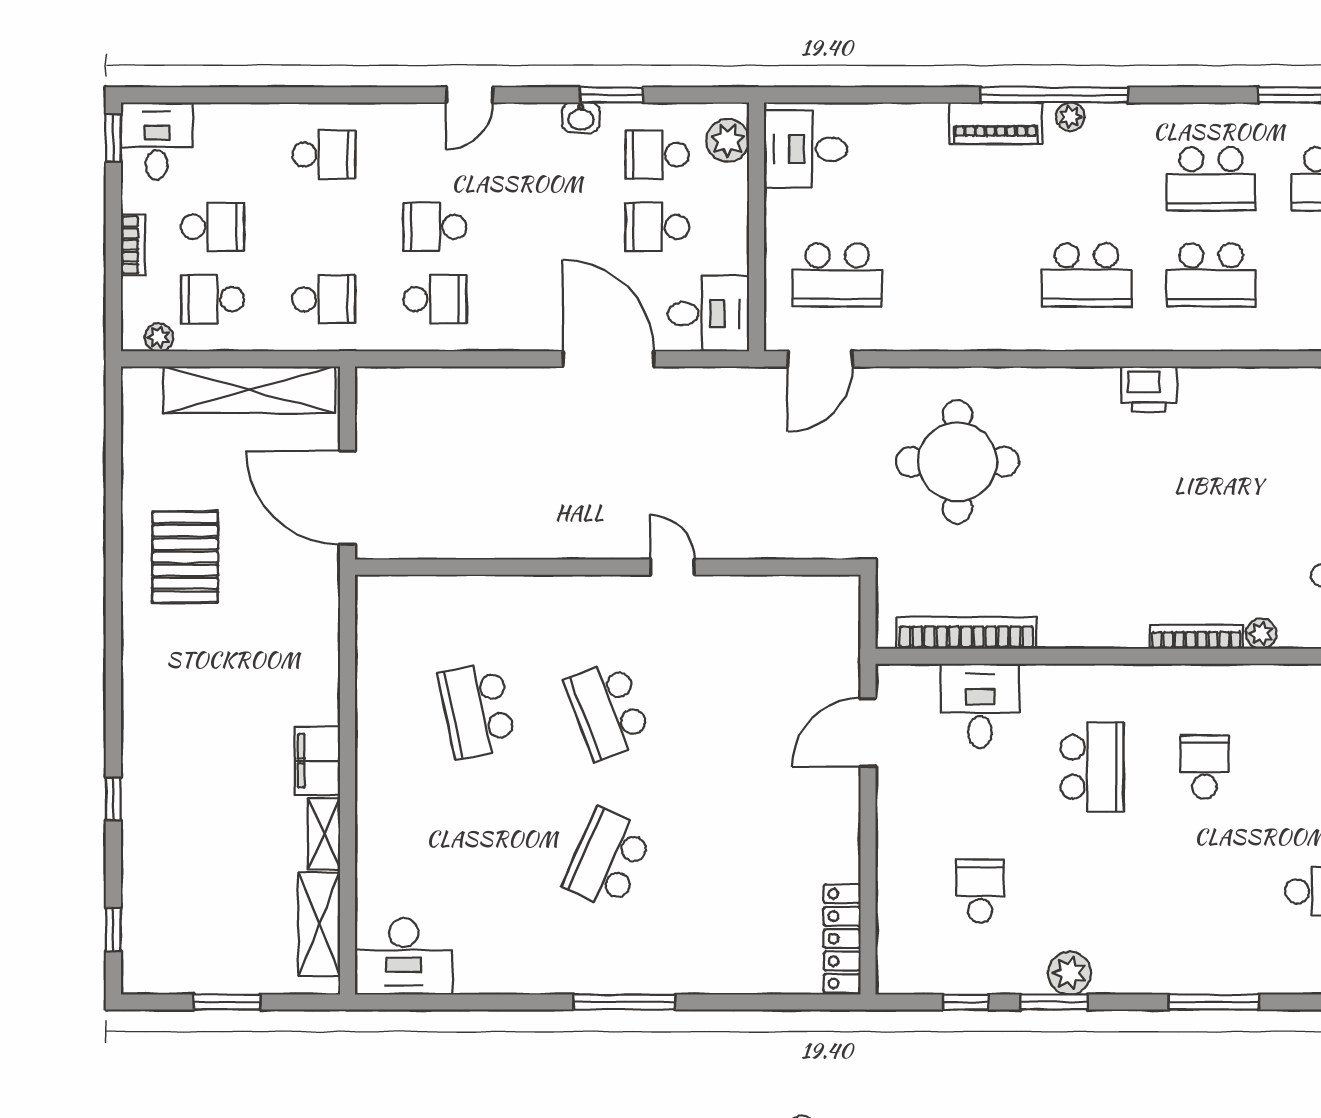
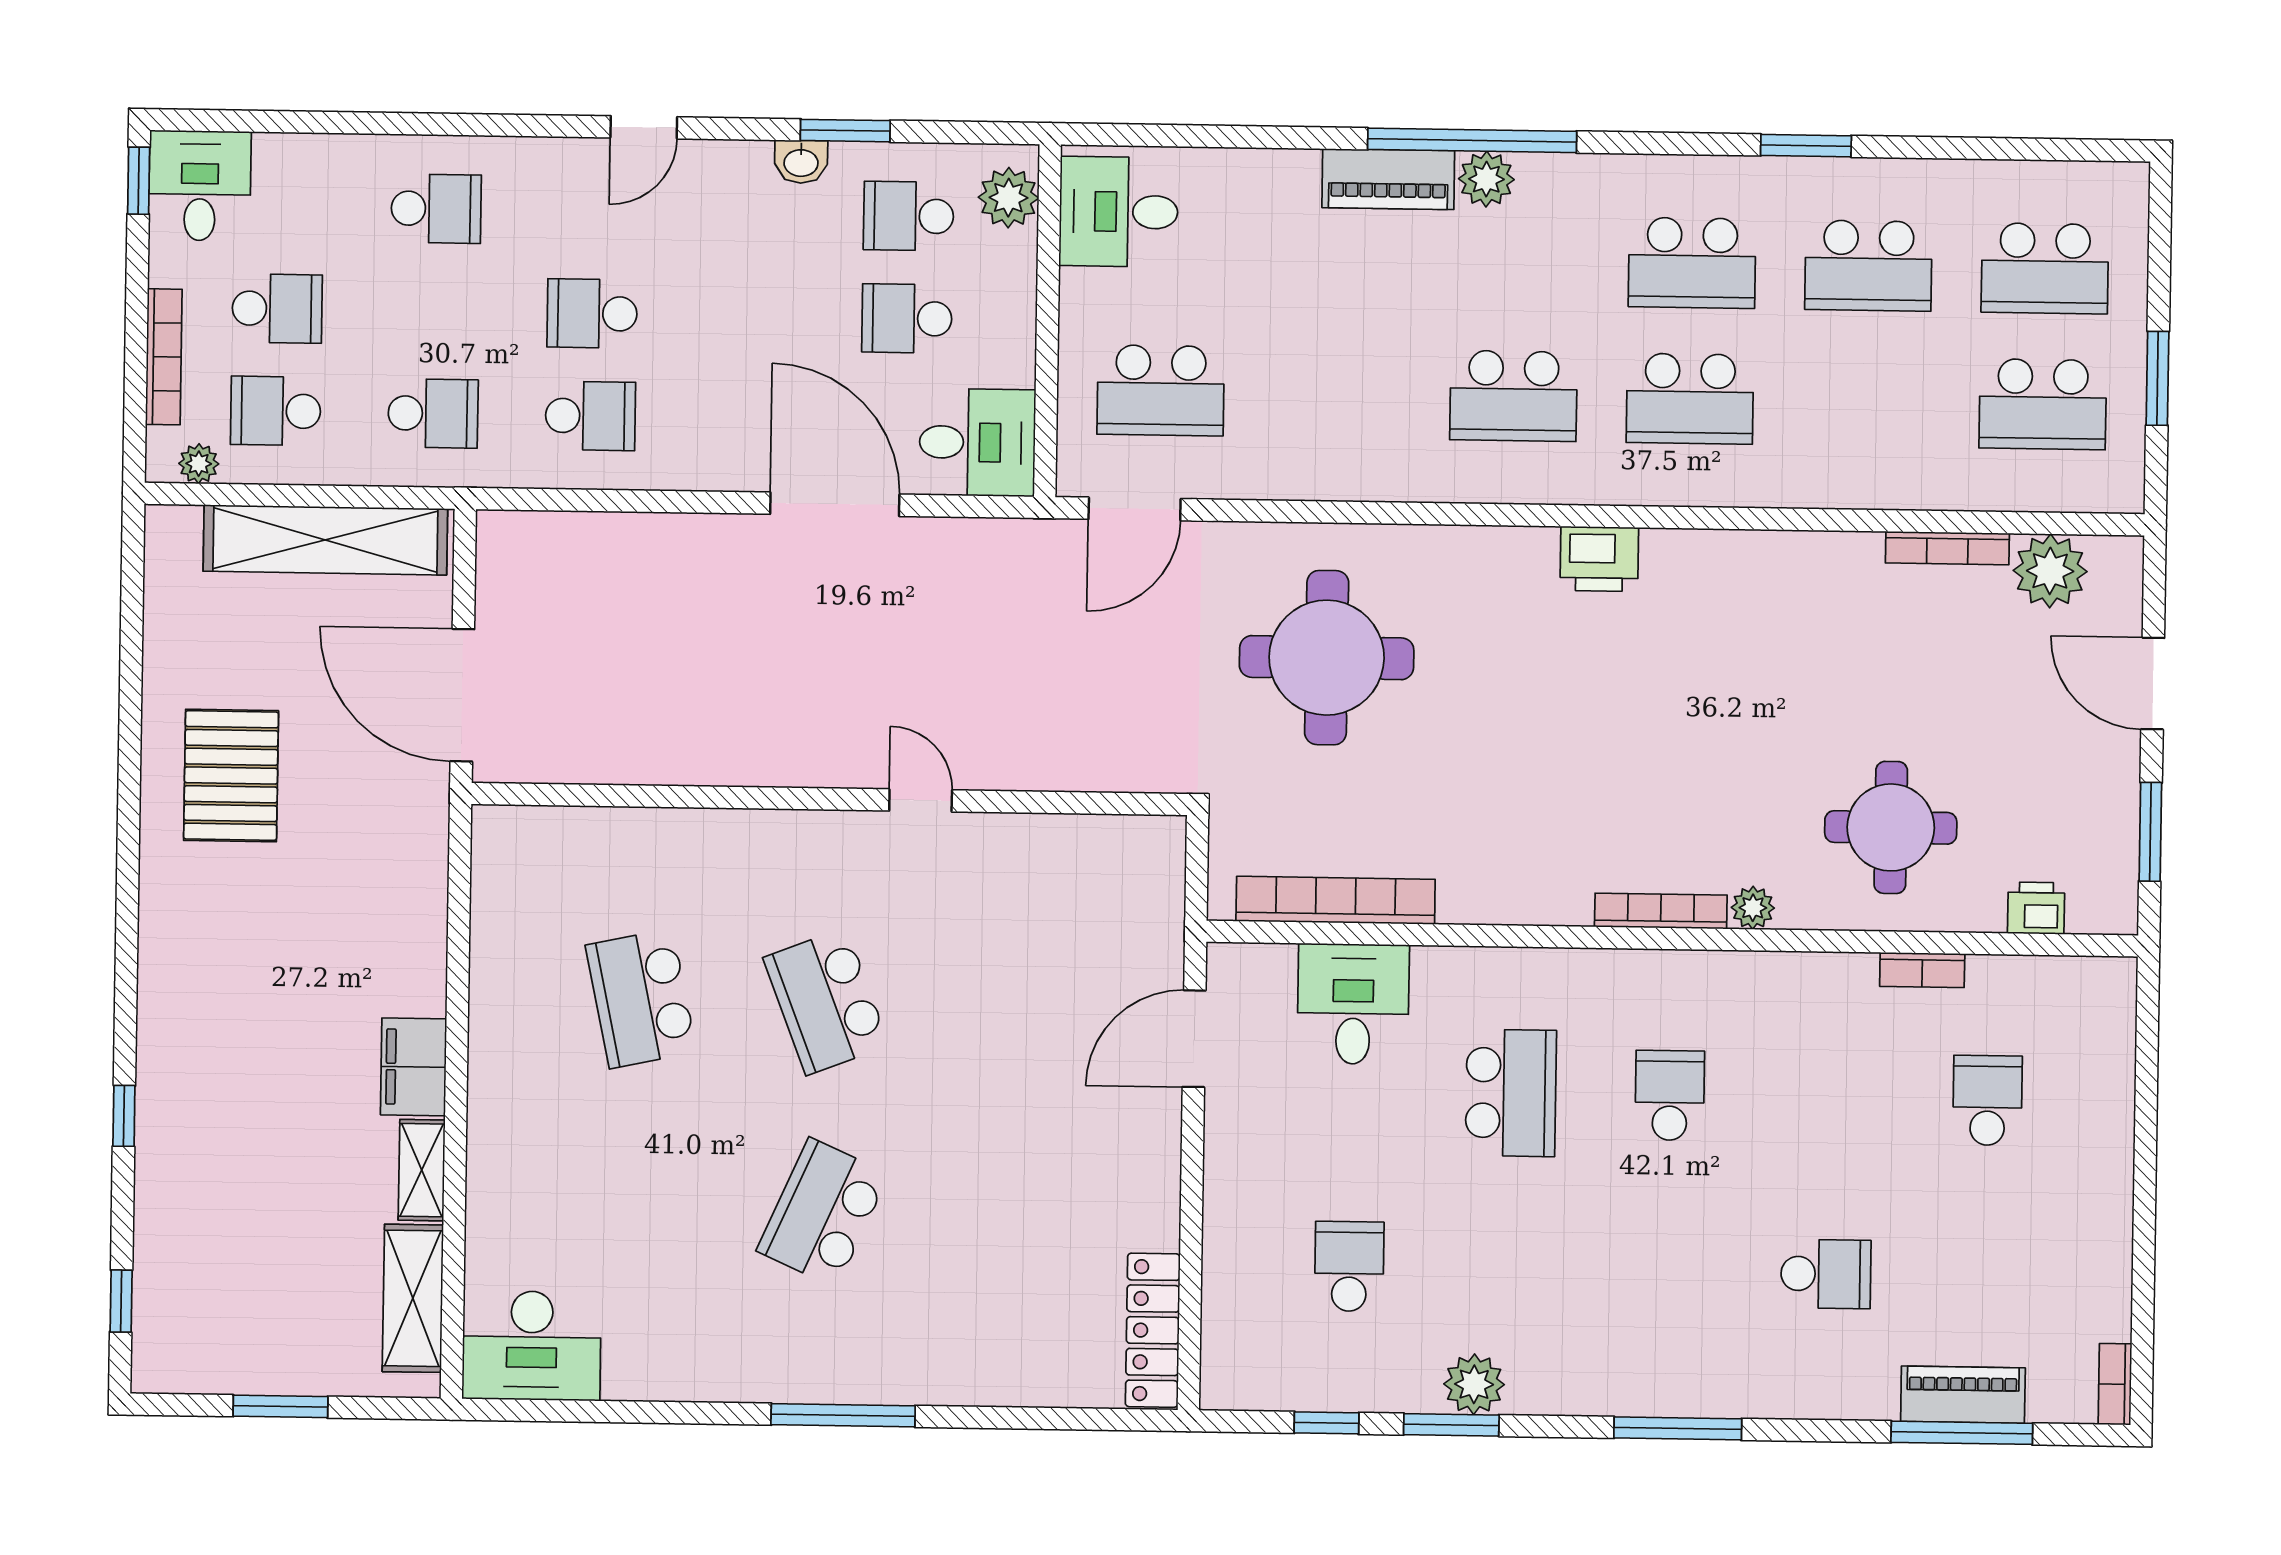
plant: (1070, 117) -> (1486, 179), width x1.38, depth x1.38
bookcase: (133, 245) -> (164, 357), width x1.56

